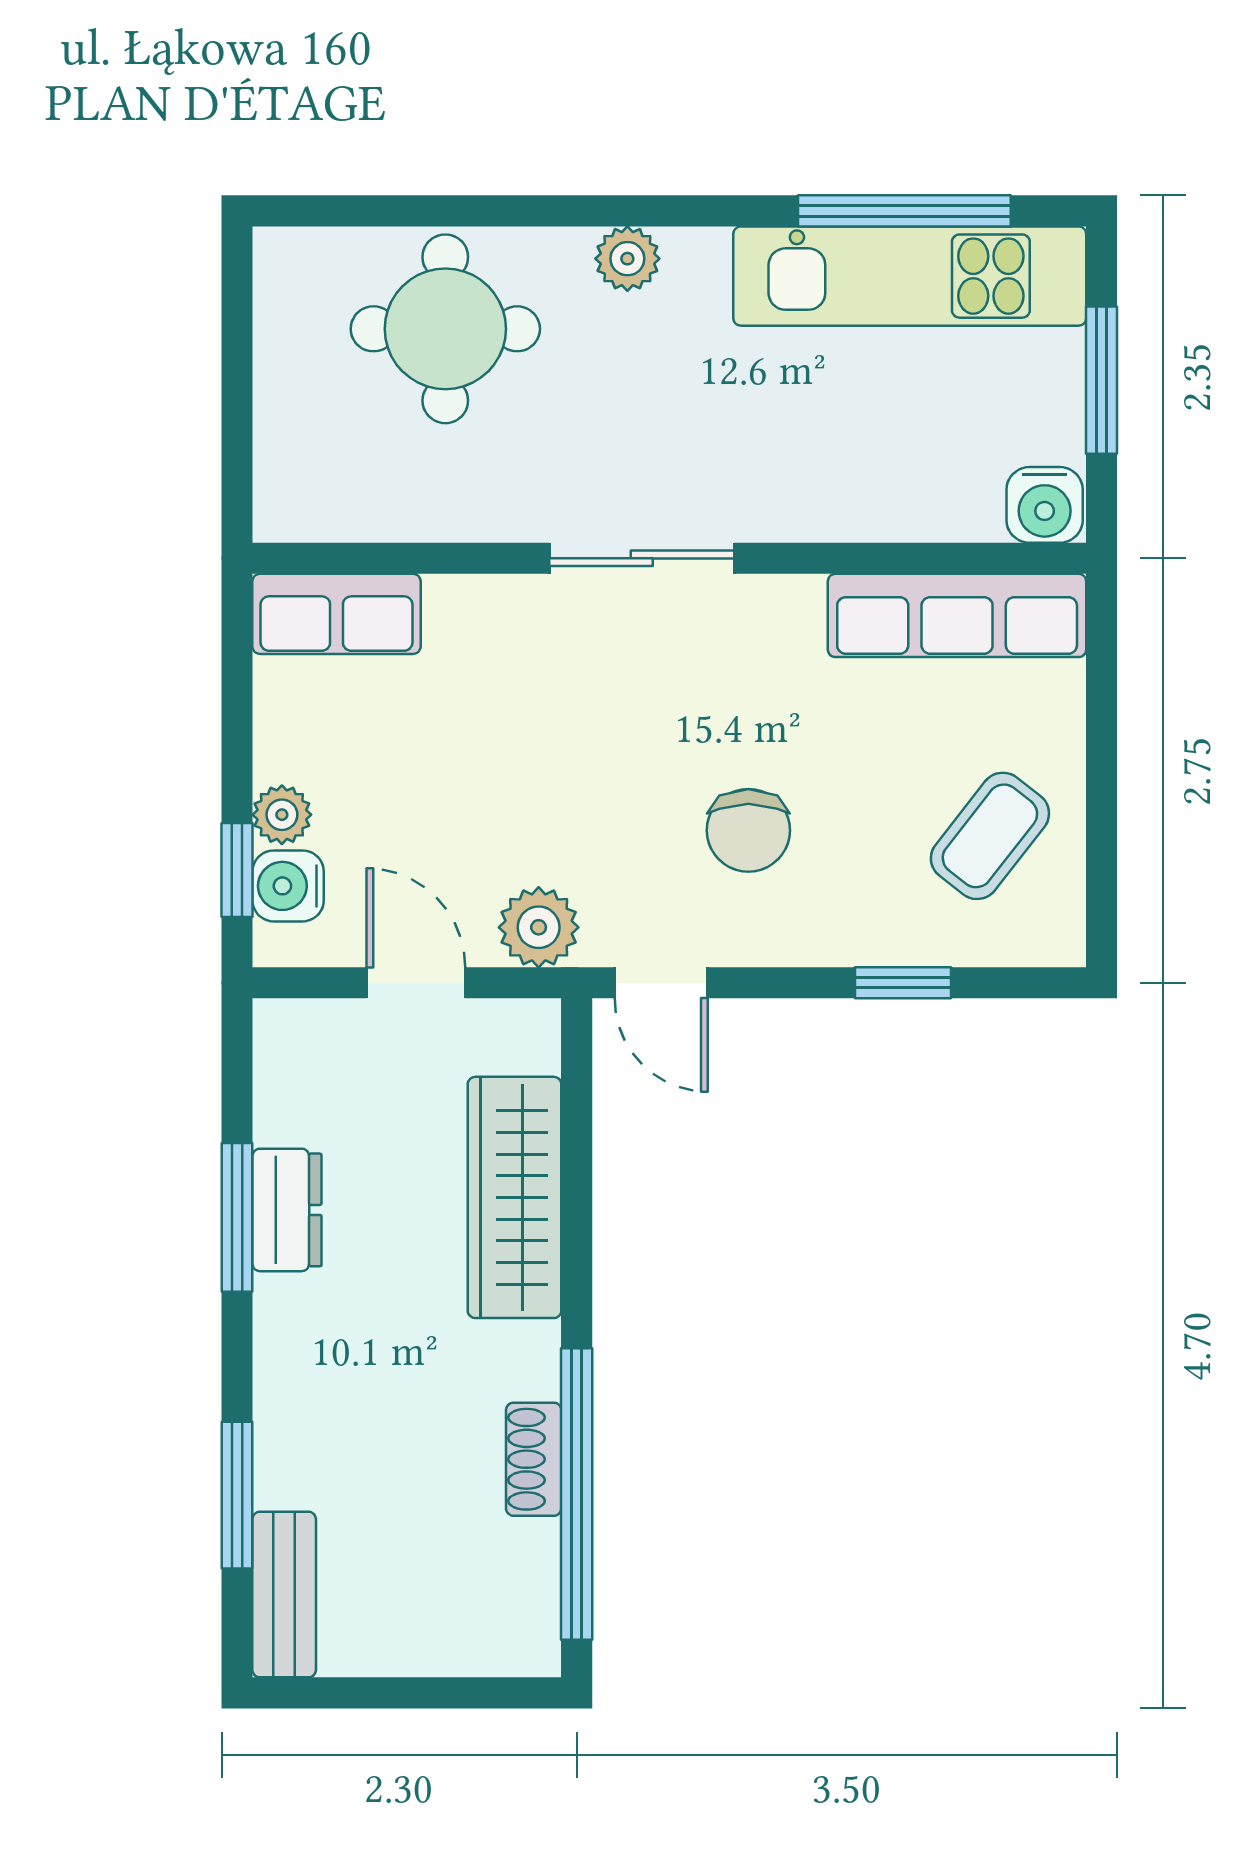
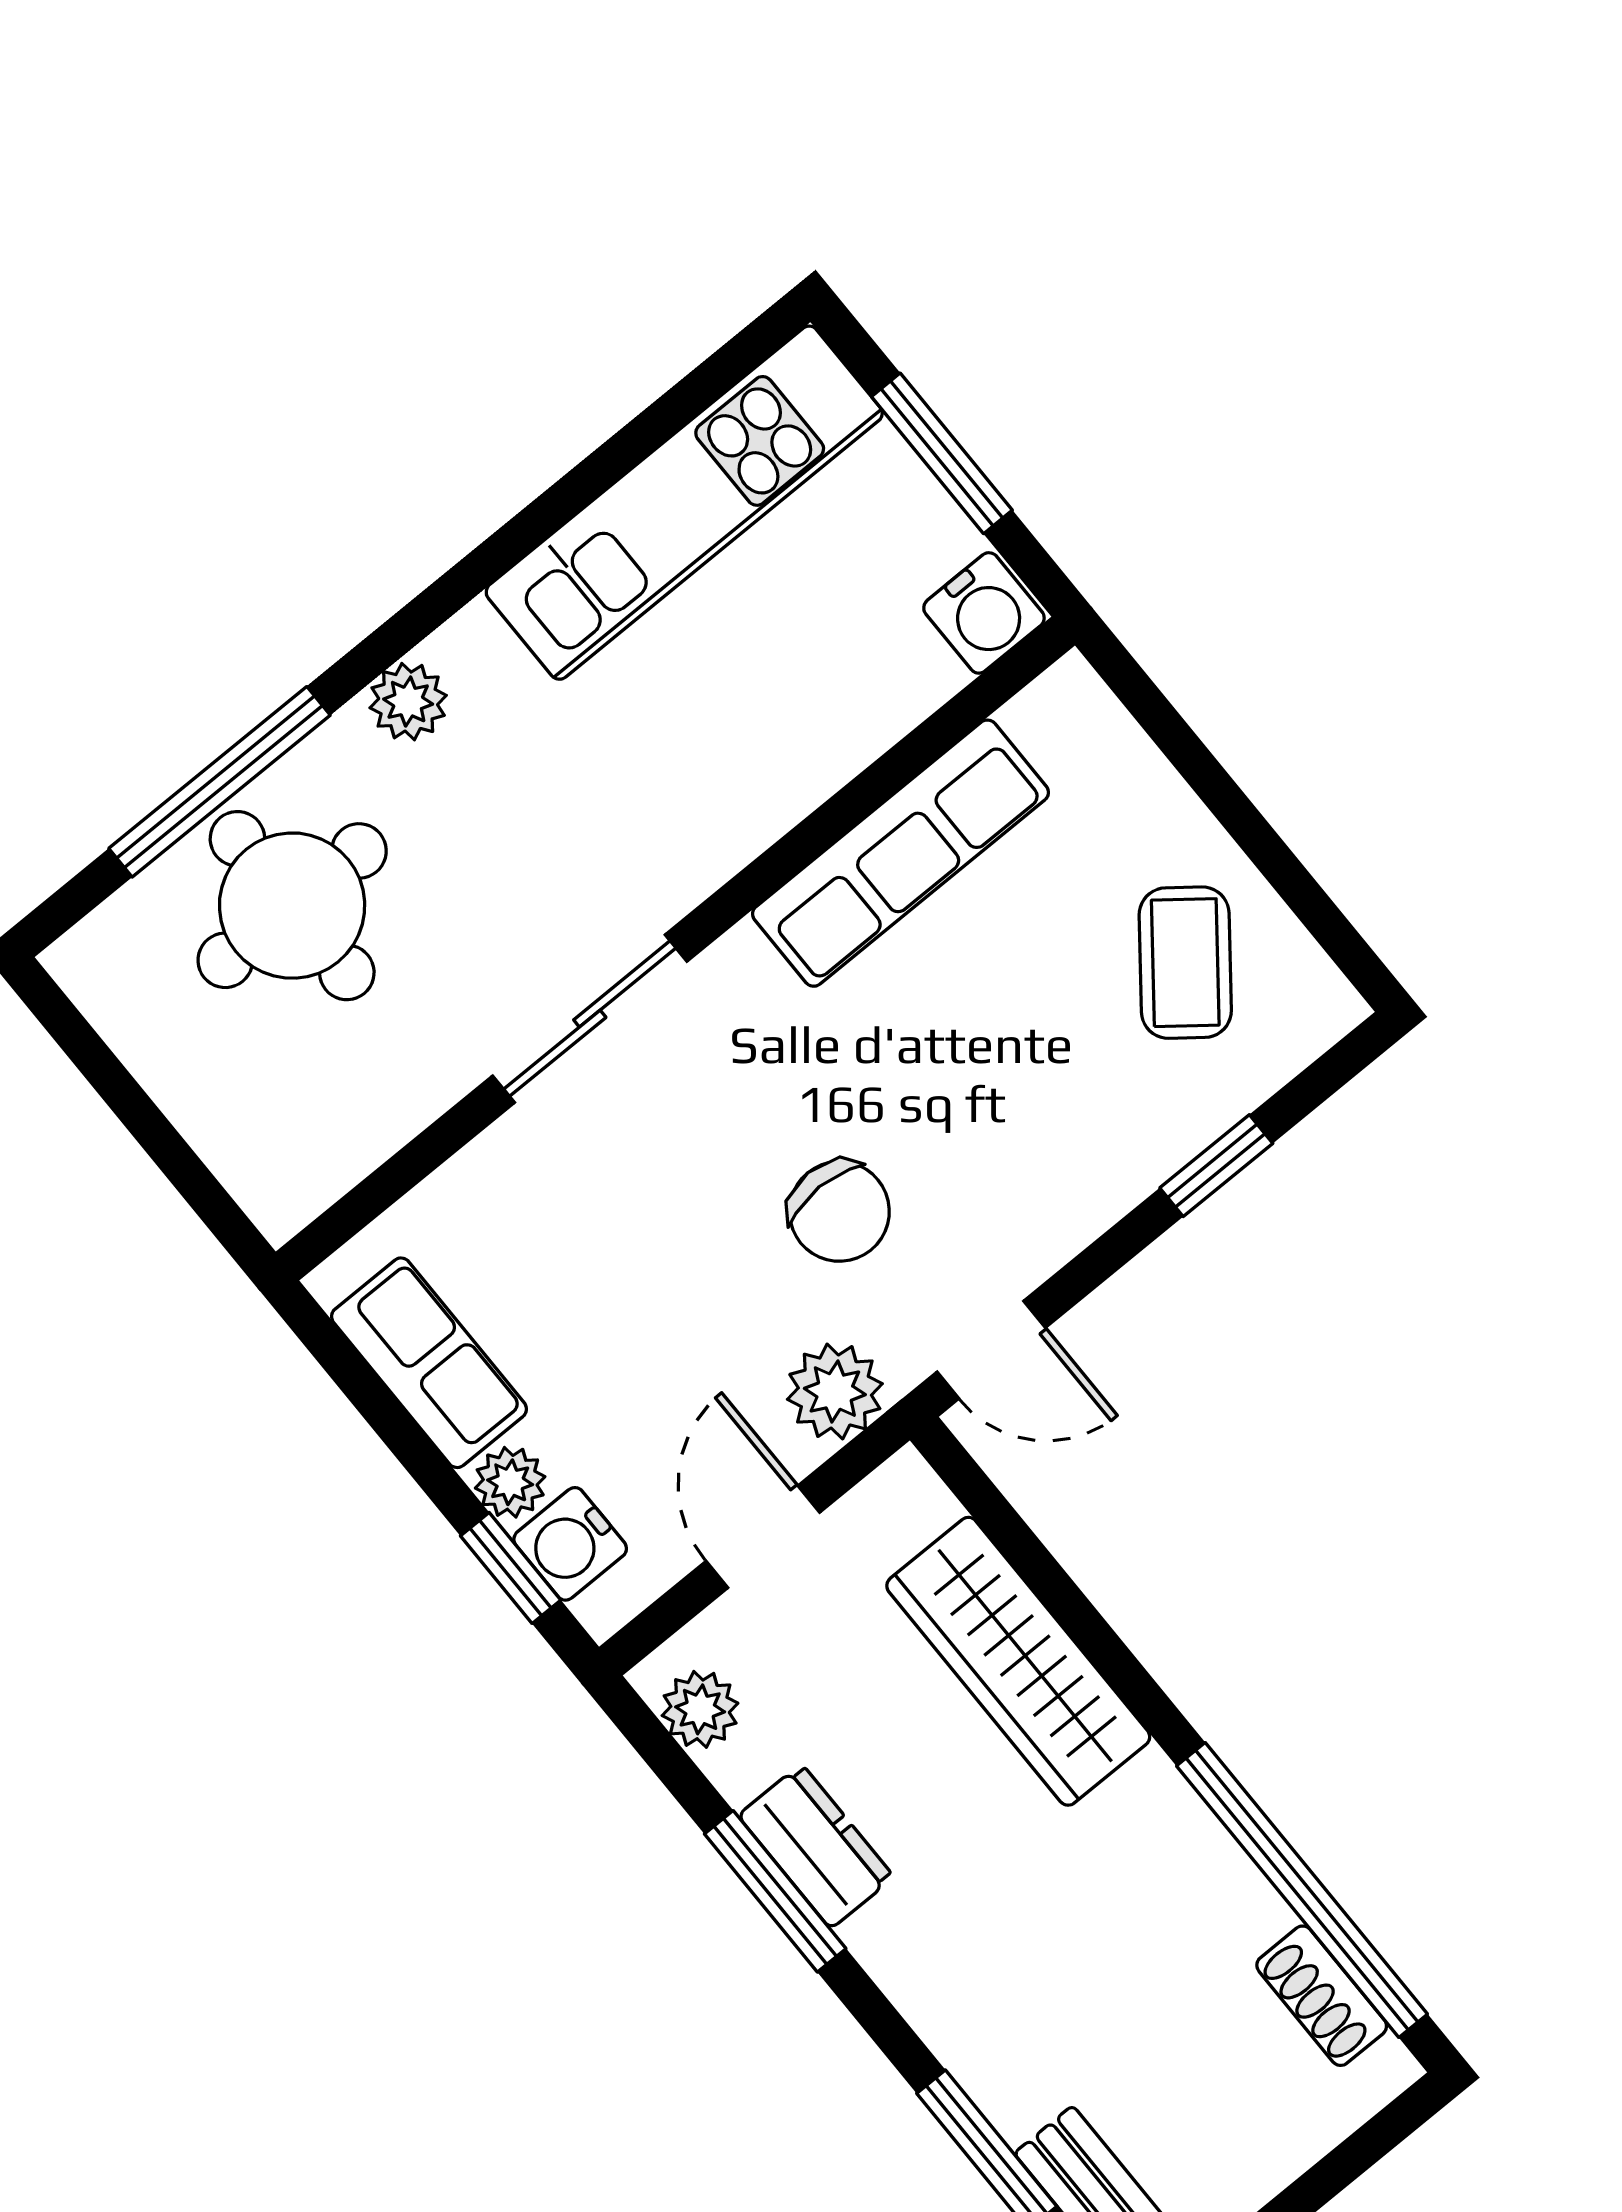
window: (904, 211) -> (219, 782), moved
sliding door: (642, 558) -> (590, 1019), moved
row of seats: (336, 614) -> (429, 1363), moved, turned -90
row of seats: (957, 615) -> (901, 853), moved
chair: (748, 830) -> (839, 1211), moved
door: (416, 983) -> (763, 1537), hinge flipped
plant: (285, 1061) -> (700, 1709), added
shoe rack: (534, 1459) -> (1322, 1996), moved

